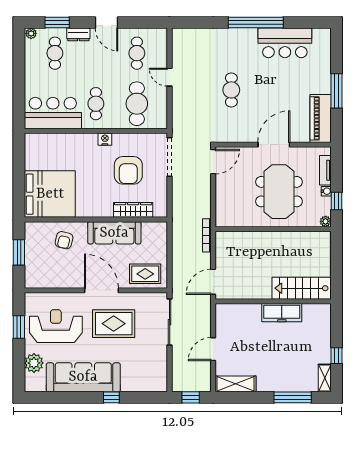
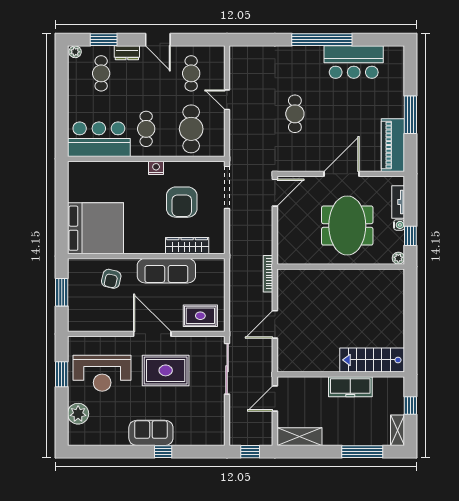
stairs: (302, 288) -> (372, 360), moved
wall: (273, 301) -> (341, 374), moved
freezer: (282, 313) -> (350, 387), moved
reception desk: (56, 326) -> (102, 373), turned 180
sofa: (83, 377) -> (151, 433), width x0.54, depth x0.79

